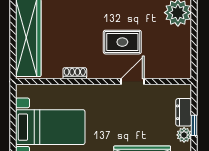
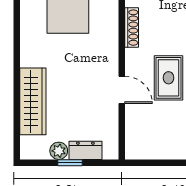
shoe rack: (75, 73) -> (132, 28), width x1.43

